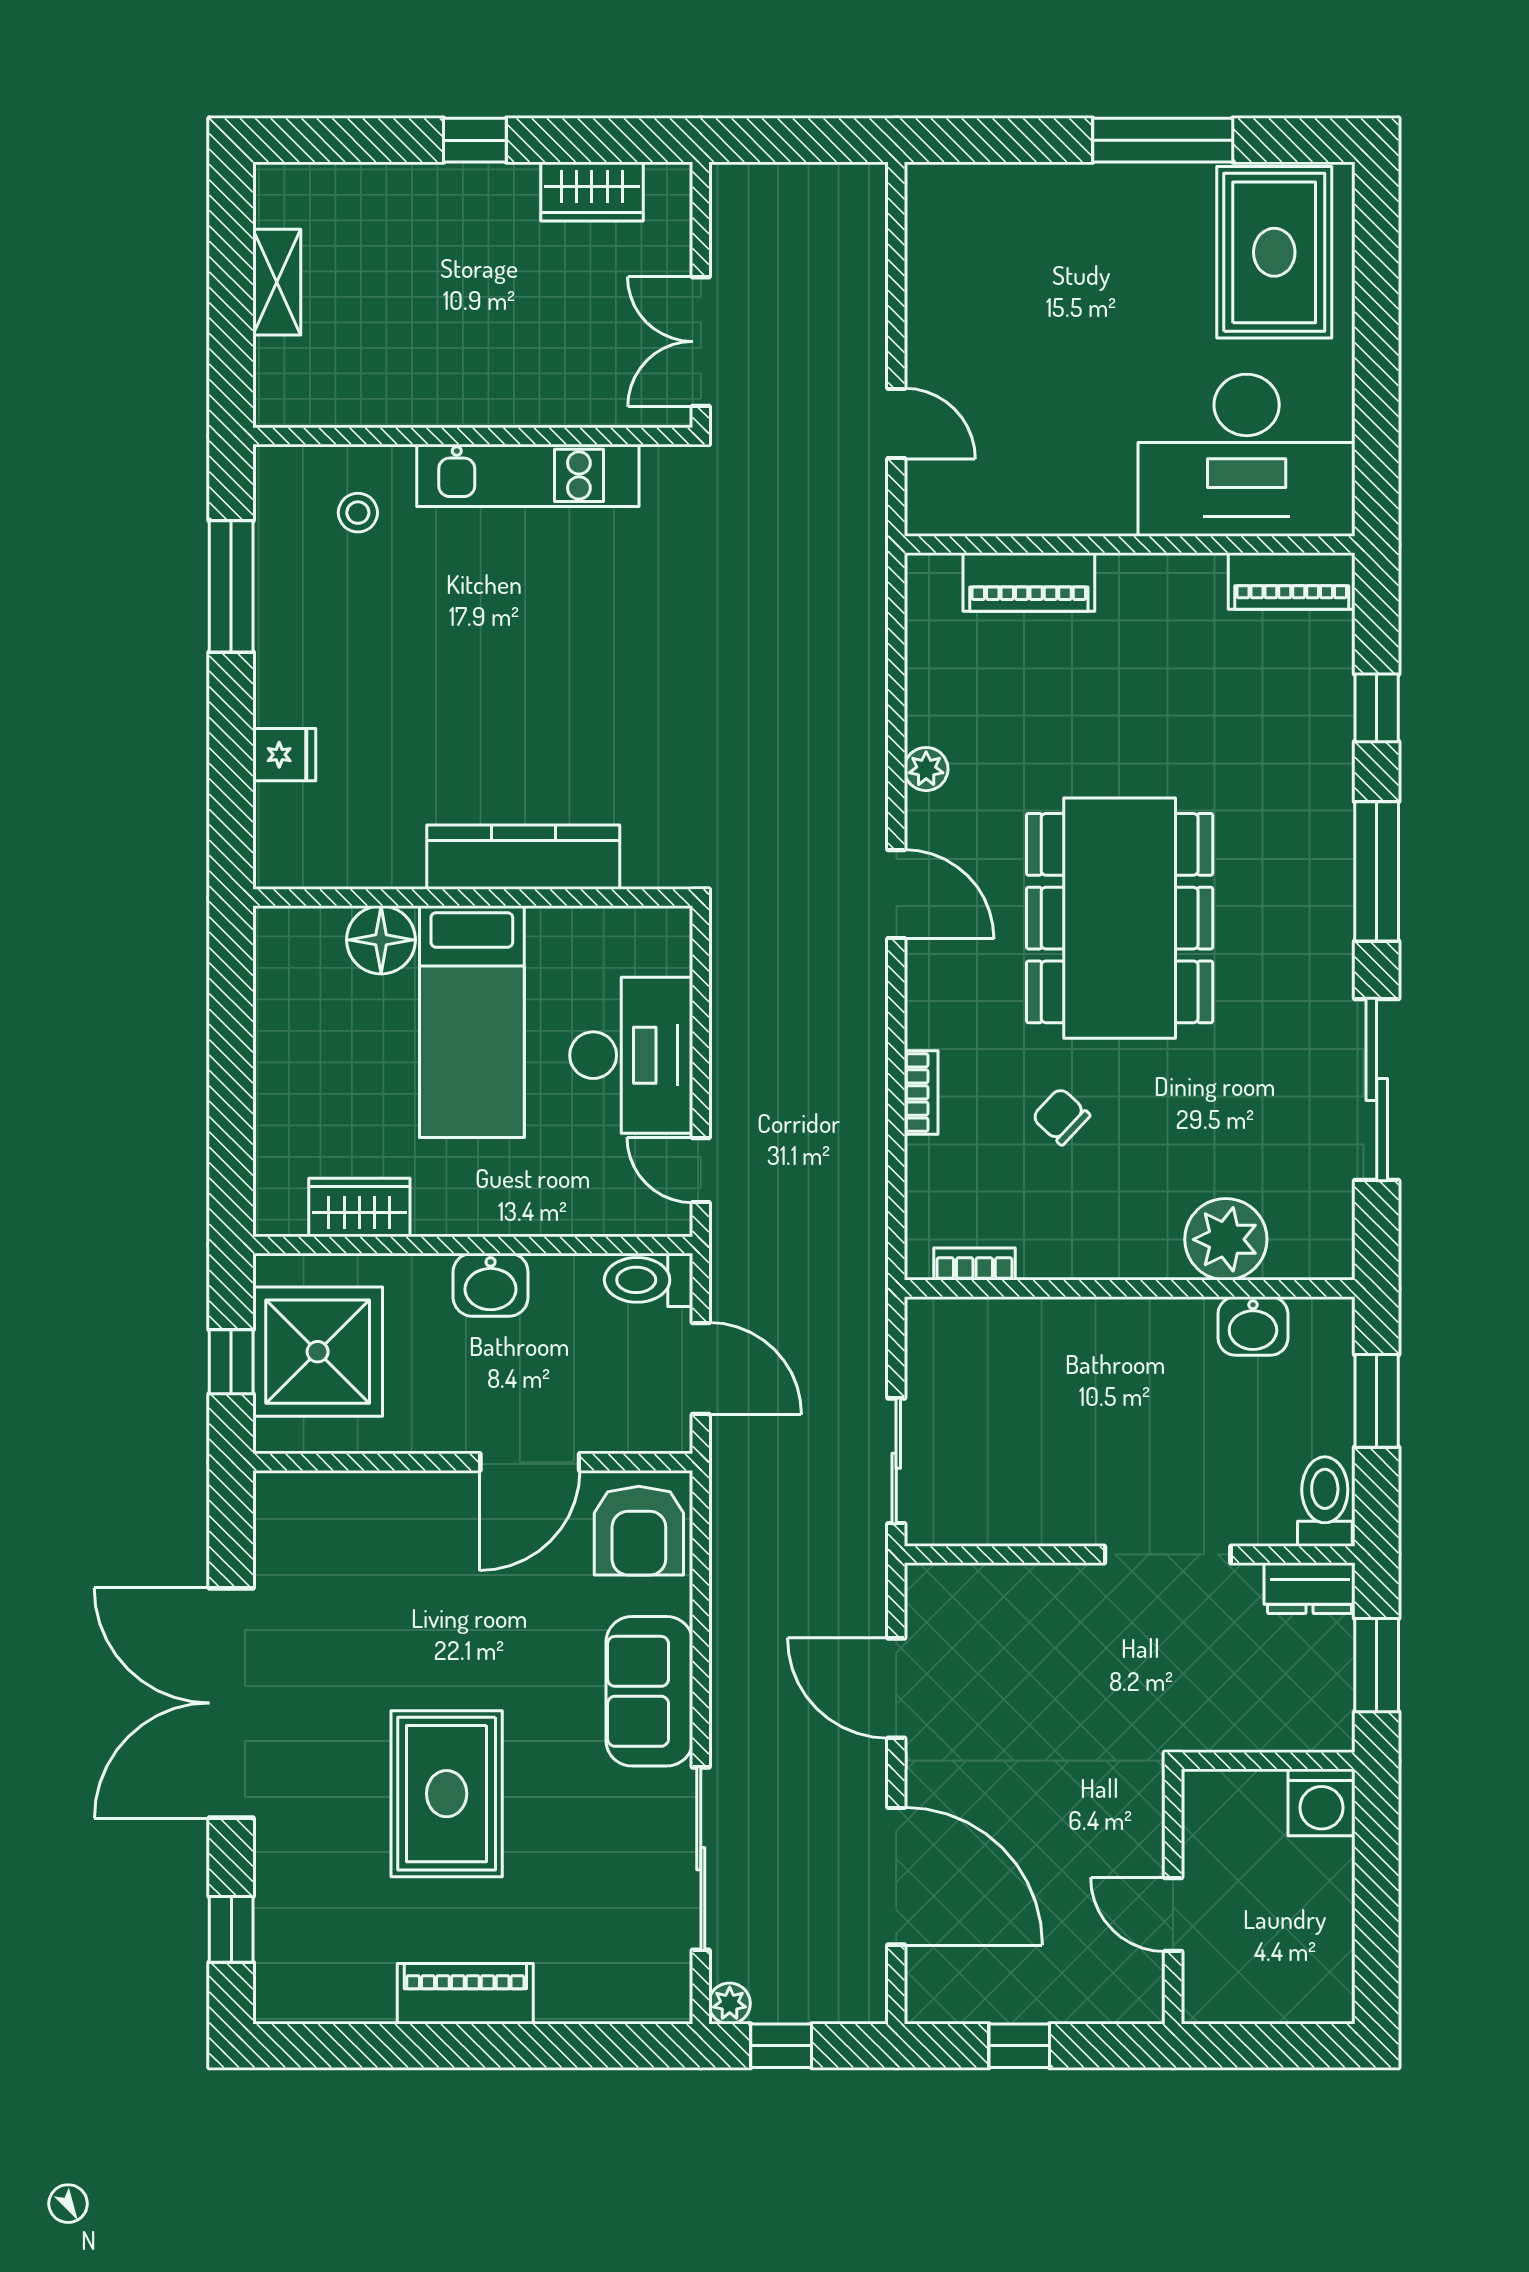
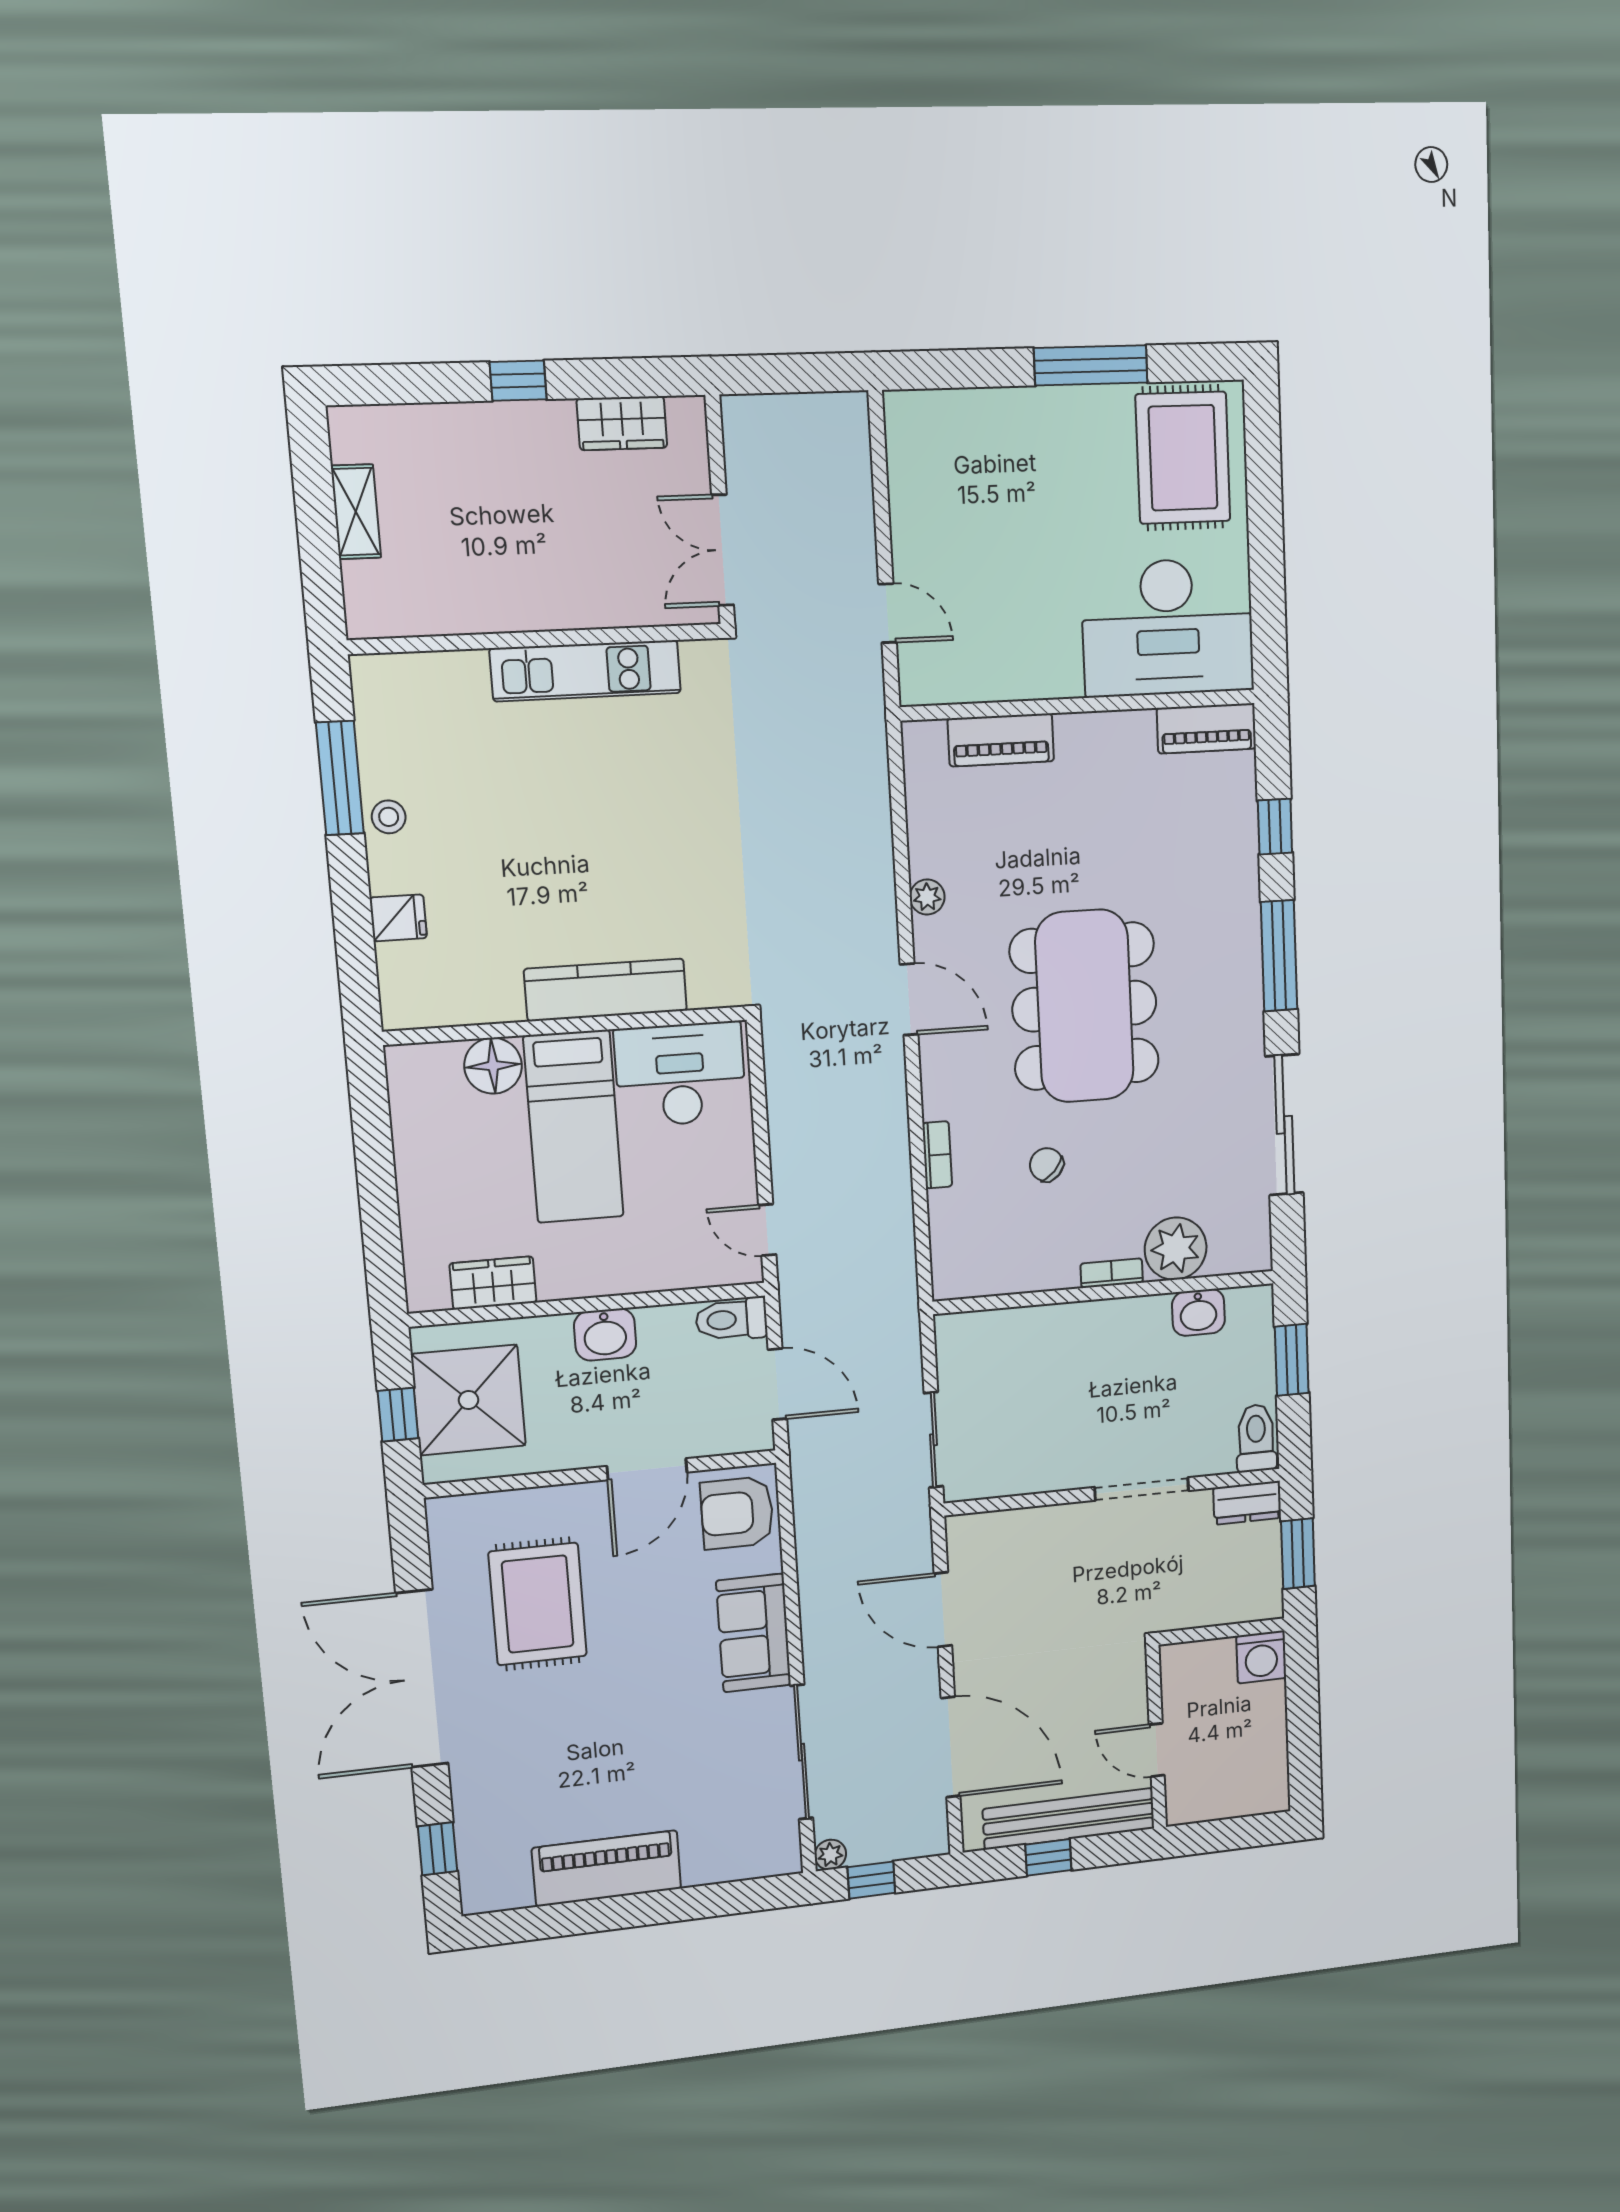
stool: (358, 513) -> (389, 817), moved
desk: (631, 1055) -> (680, 1074), moved, turned -90
bookcase: (974, 1264) -> (1112, 1273), moved
armchair: (639, 1531) -> (737, 1513), turned 90
rug: (447, 1794) -> (538, 1604), moved
piano: (465, 1994) -> (607, 1868), width x1.37, depth x1.33
bench: (1050, 1995) -> (1069, 1819), added

